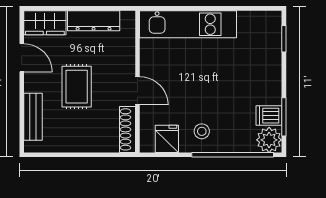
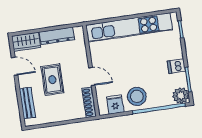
kitchen unit: (188, 24) -> (129, 27), width x1.36
dishwasher: (269, 116) -> (176, 66), moved
stool: (202, 131) -> (137, 96), width x1.89, depth x1.89

